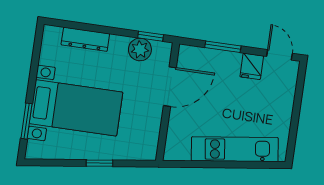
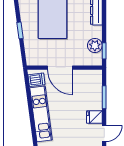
door: (170, 87) -> (60, 68), moved
dishwasher: (180, 148) -> (36, 80), added

